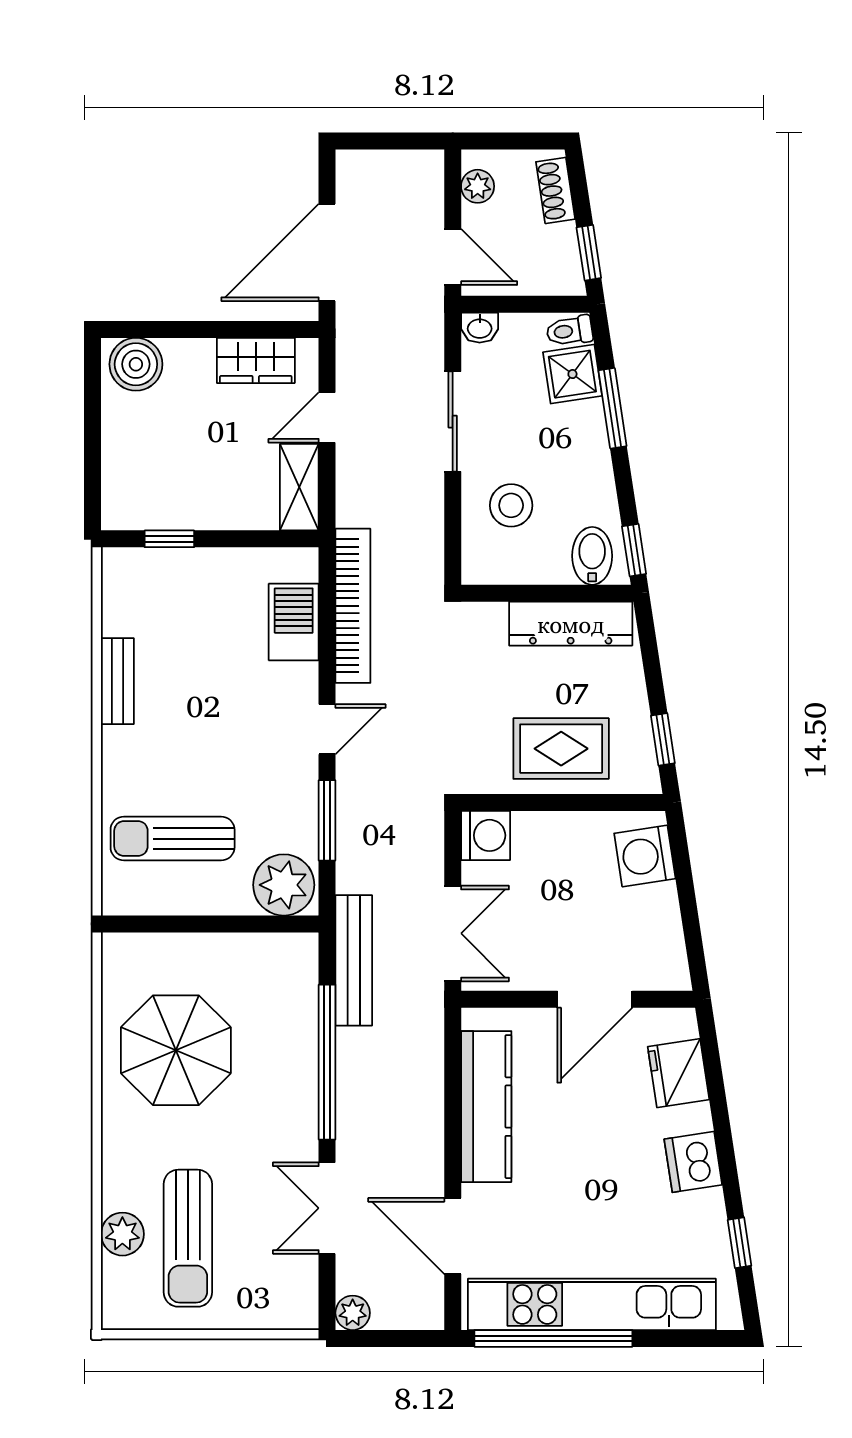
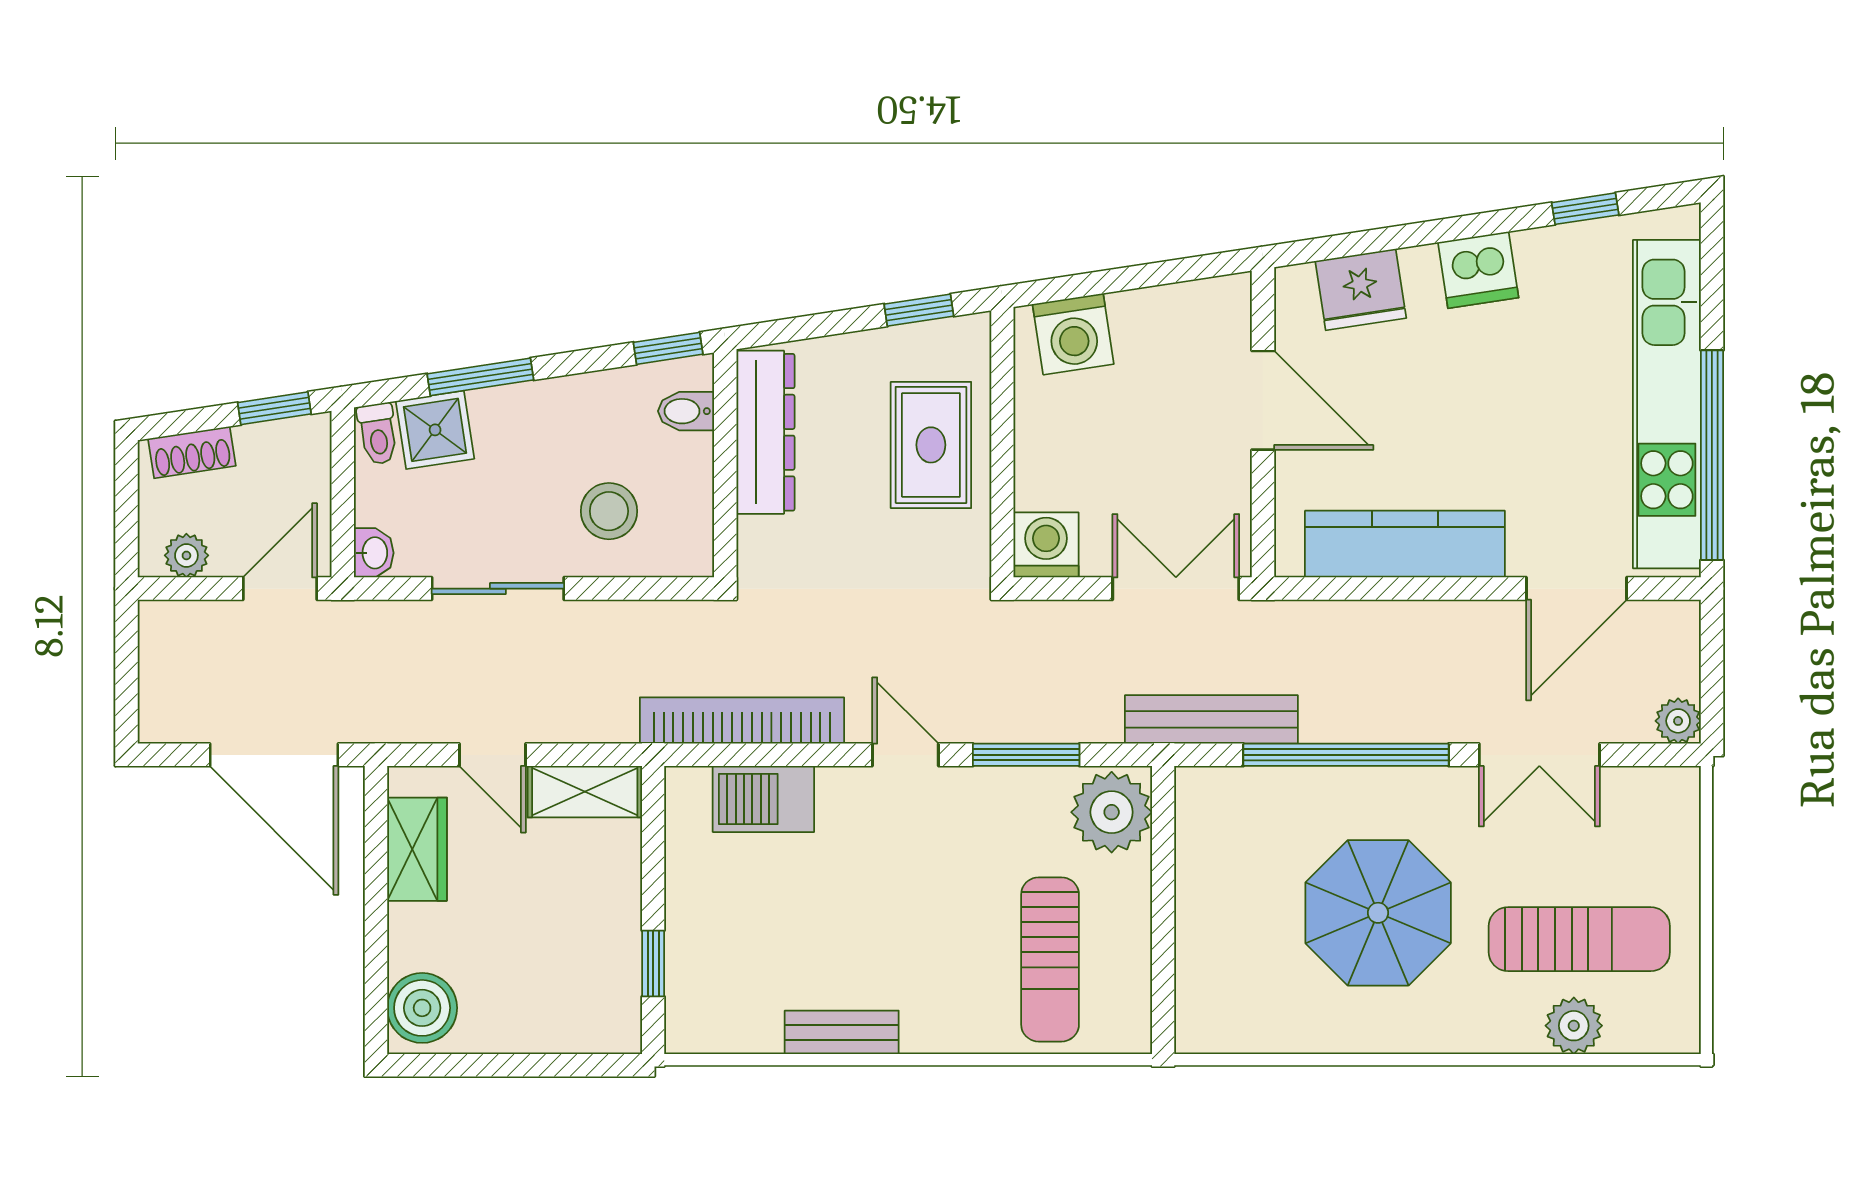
bidet: (592, 556) -> (686, 411), width x0.72, depth x0.74
parasol: (176, 1050) -> (1378, 913), moved

